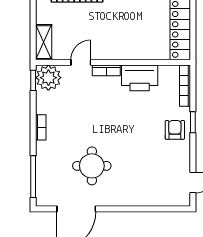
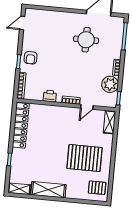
plant: (48, 78) -> (110, 84), moved
printer: (140, 78) -> (50, 96), width x0.53, depth x0.68

